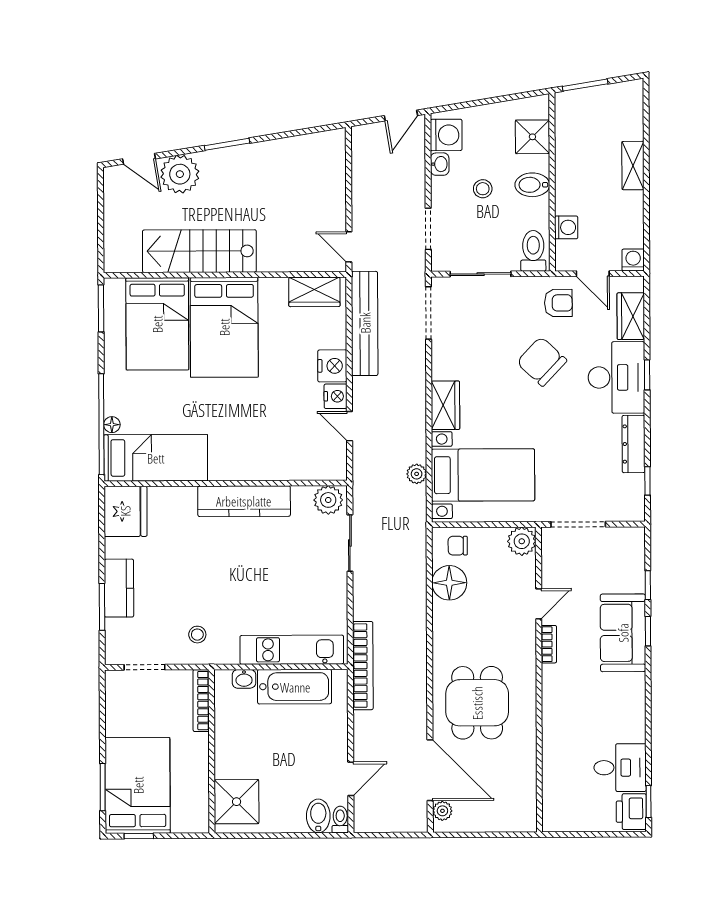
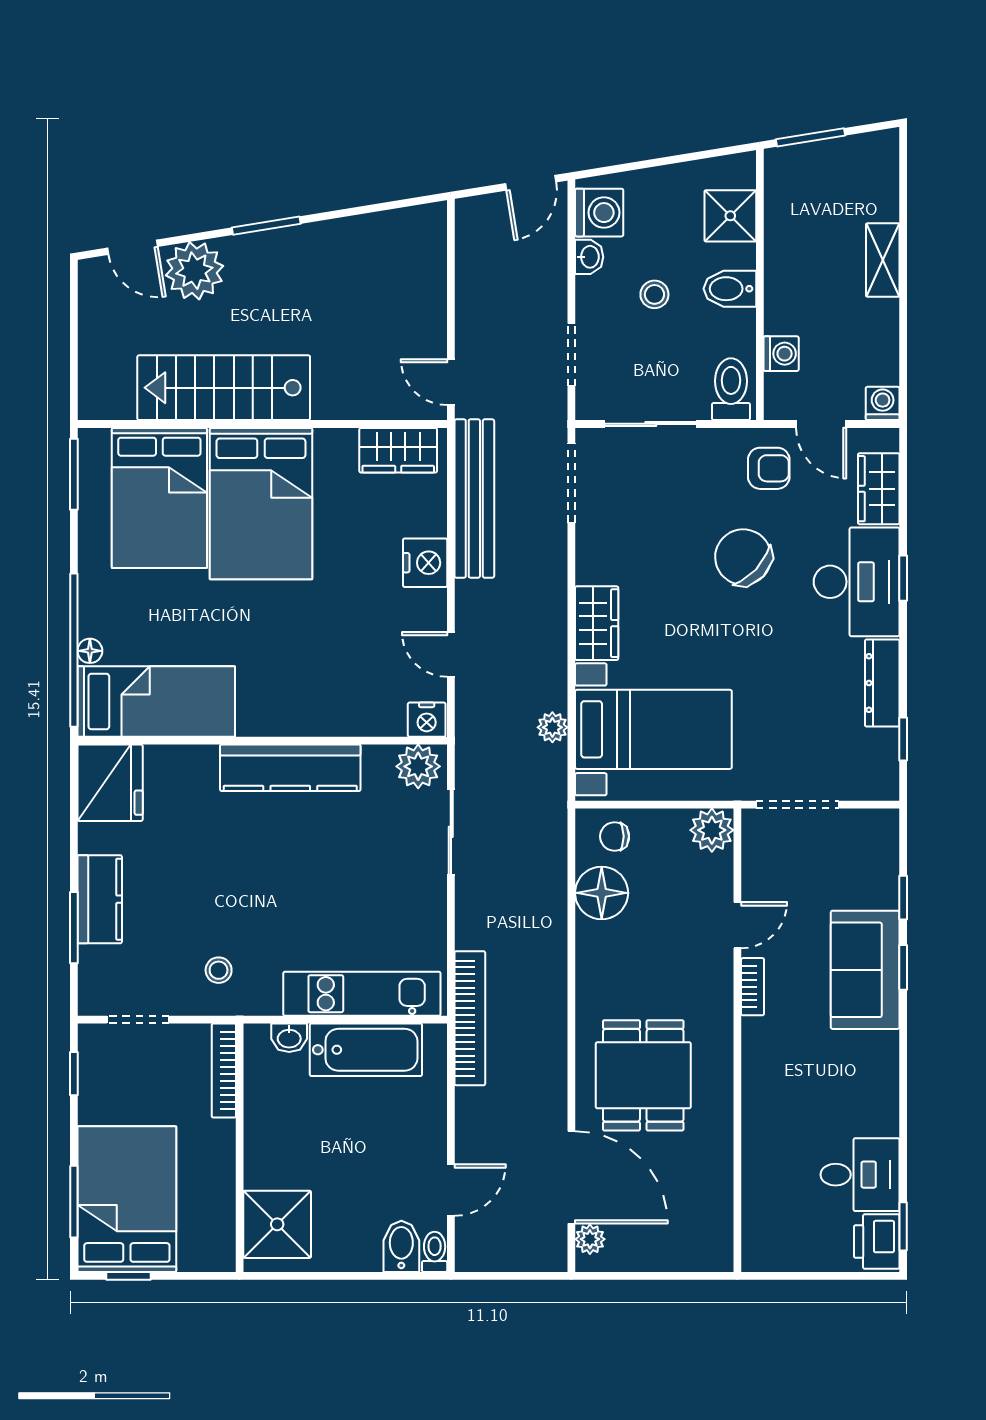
nightstand: (336, 396) -> (427, 720), moved, turned 90
window: (102, 703) -> (74, 1074), added

